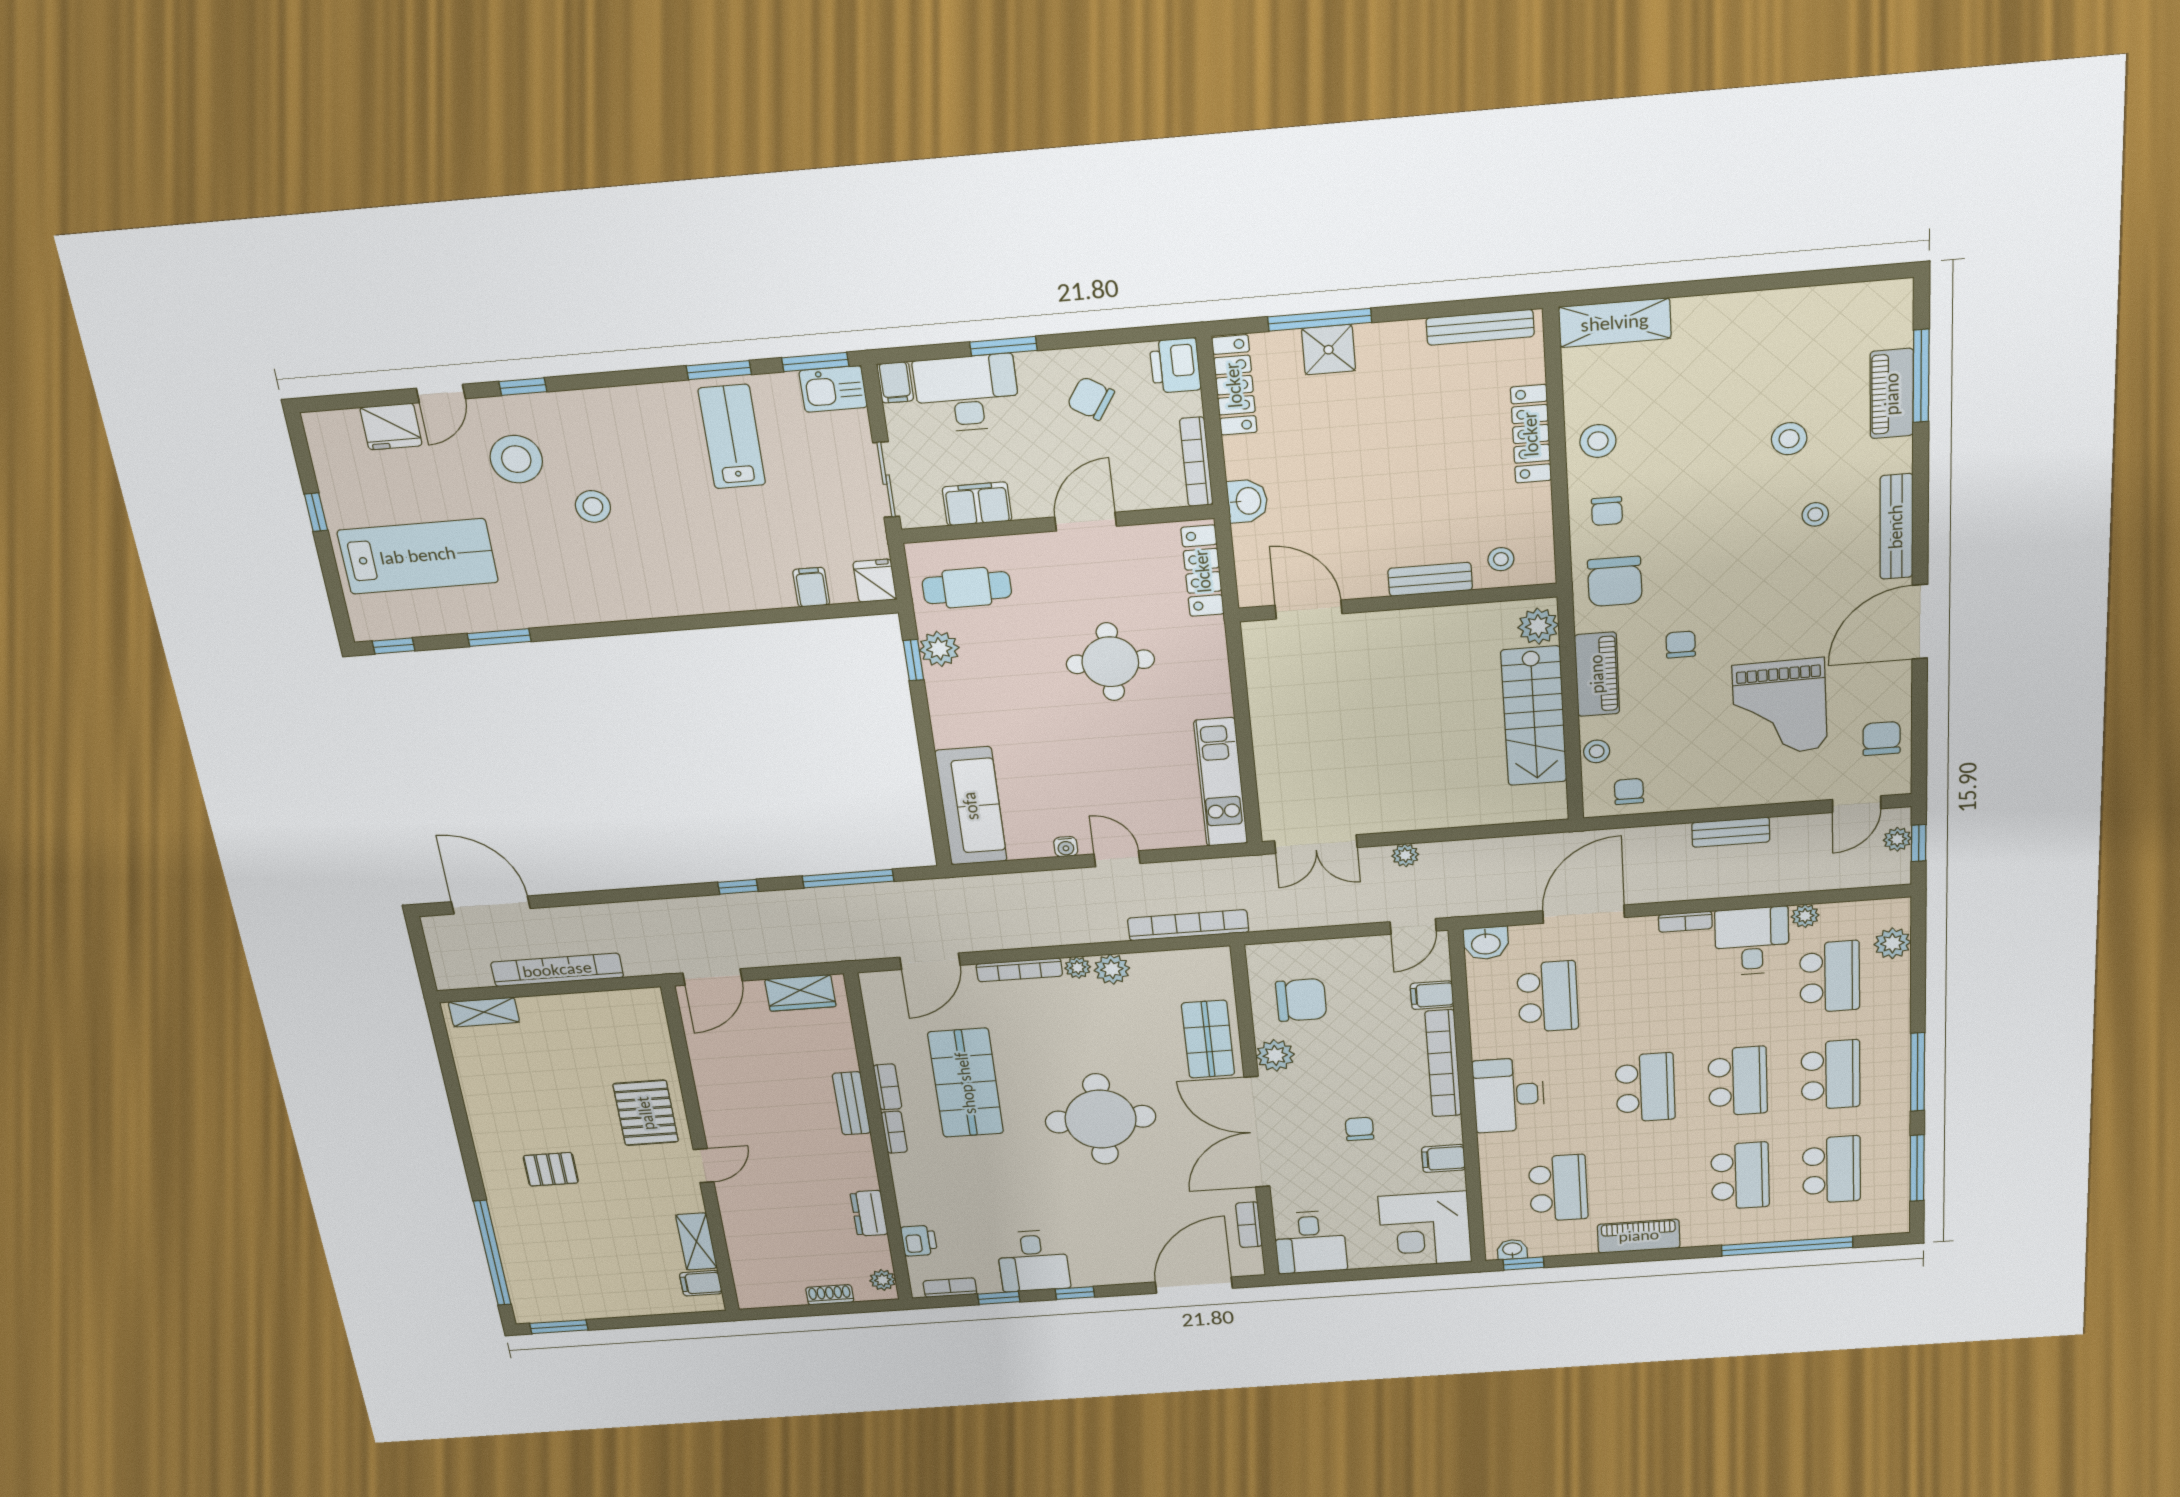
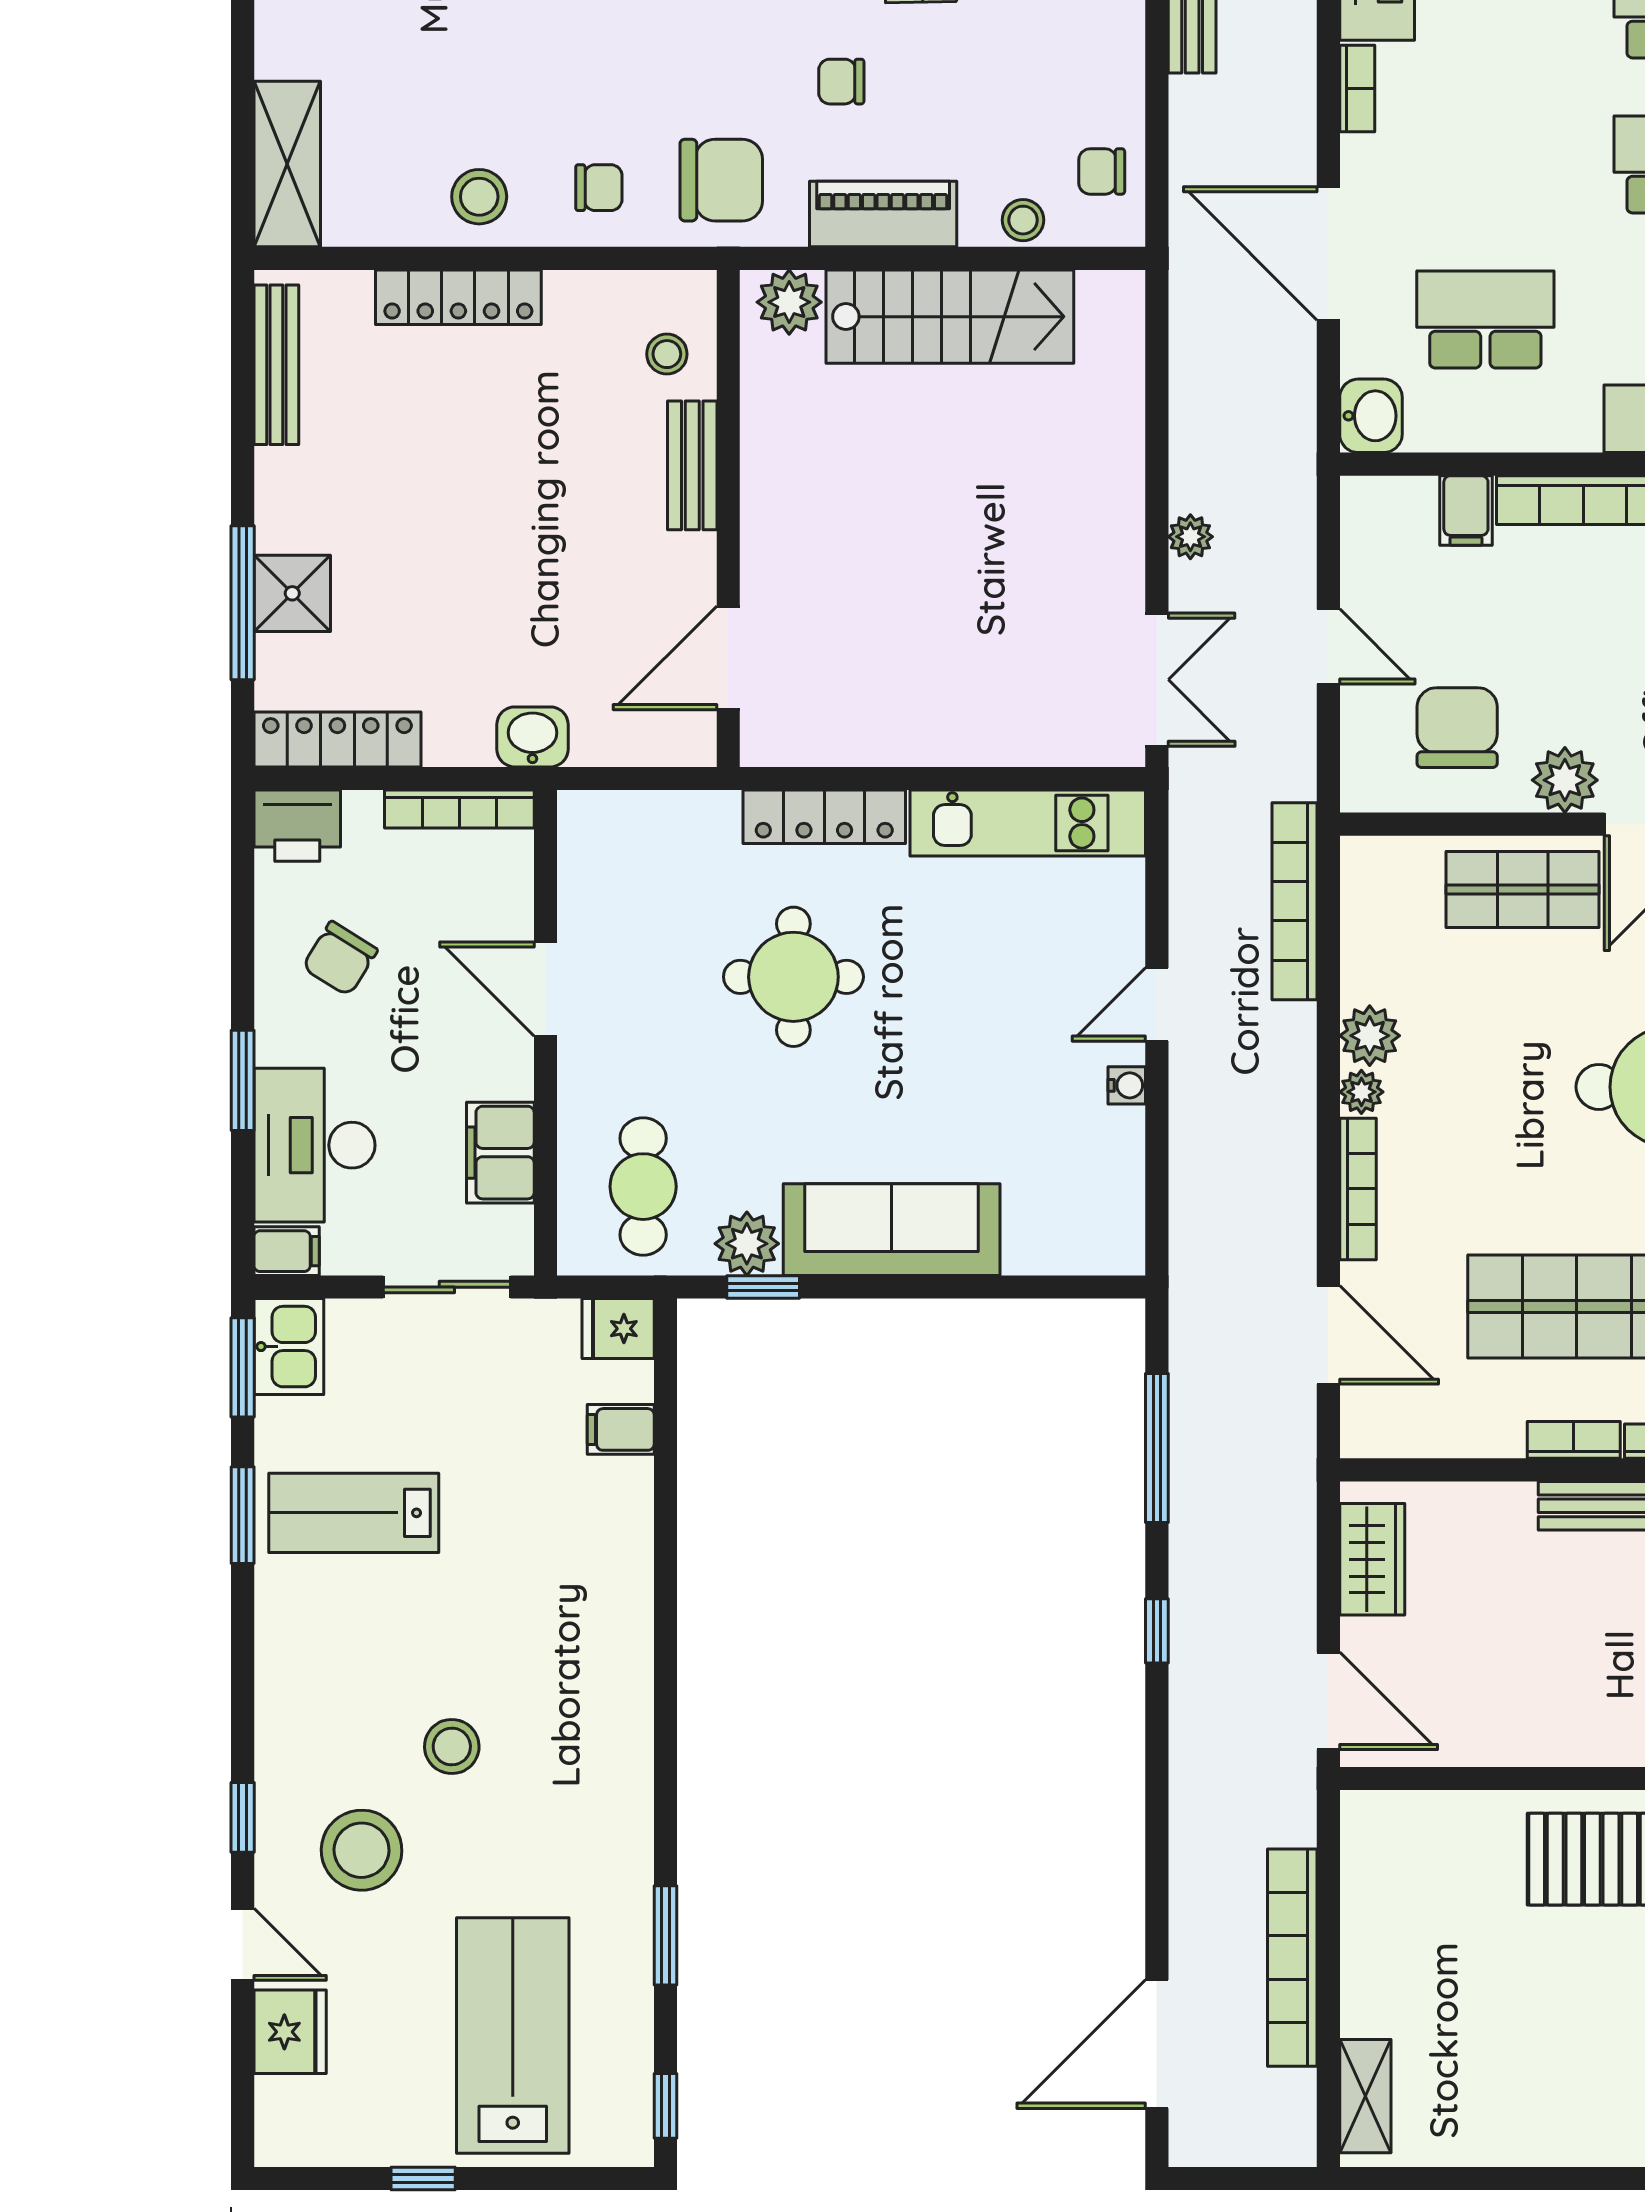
locker: (1203, 571) -> (824, 817), moved
sofa: (971, 806) -> (892, 1230), moved
door: (1413, 926) -> (1328, 647), moved

